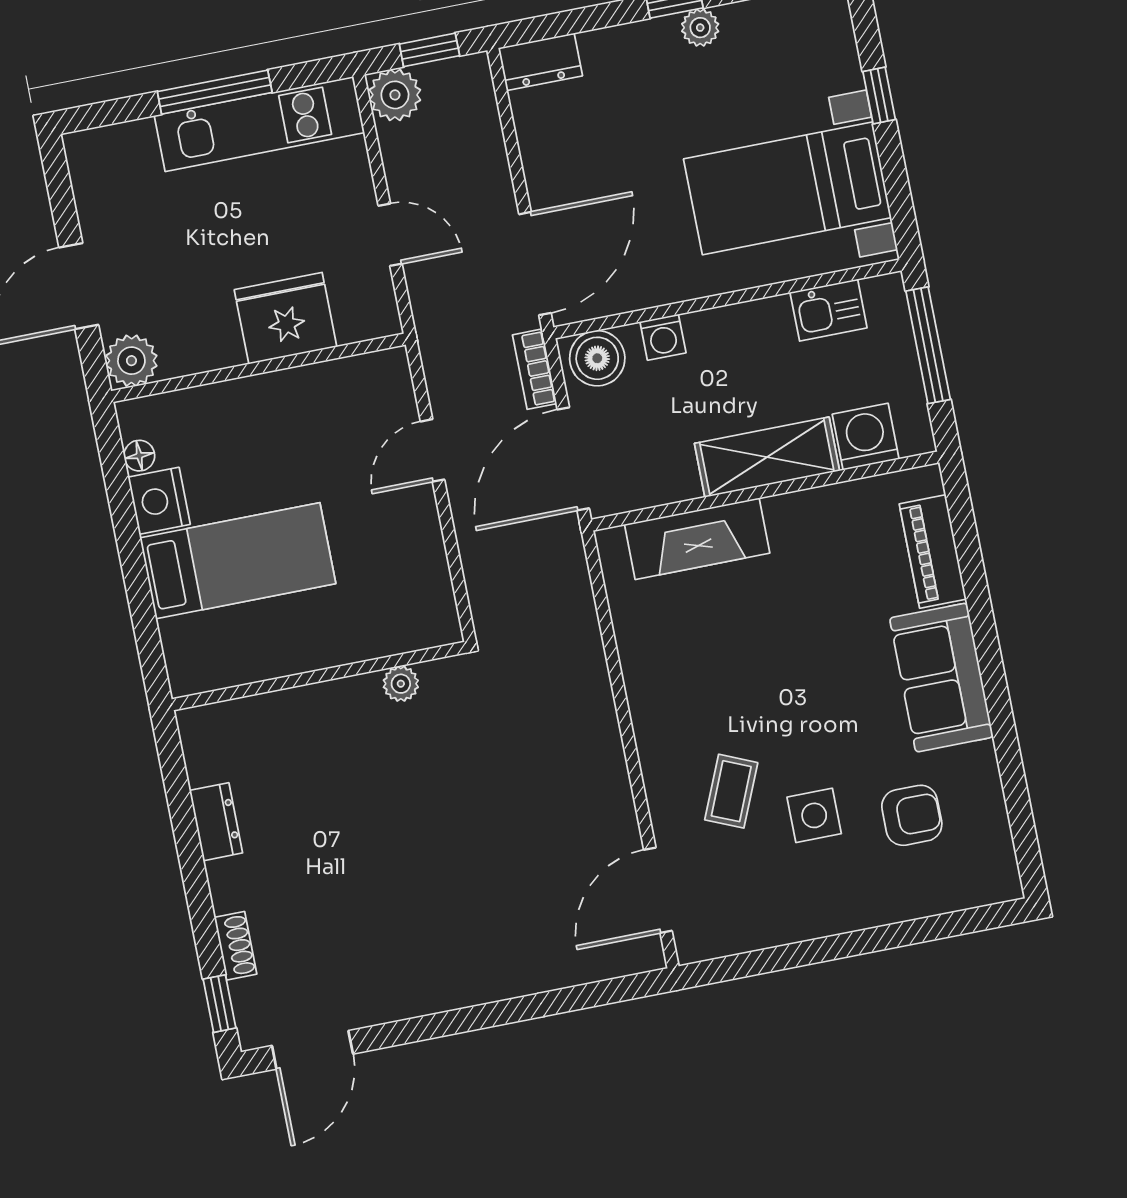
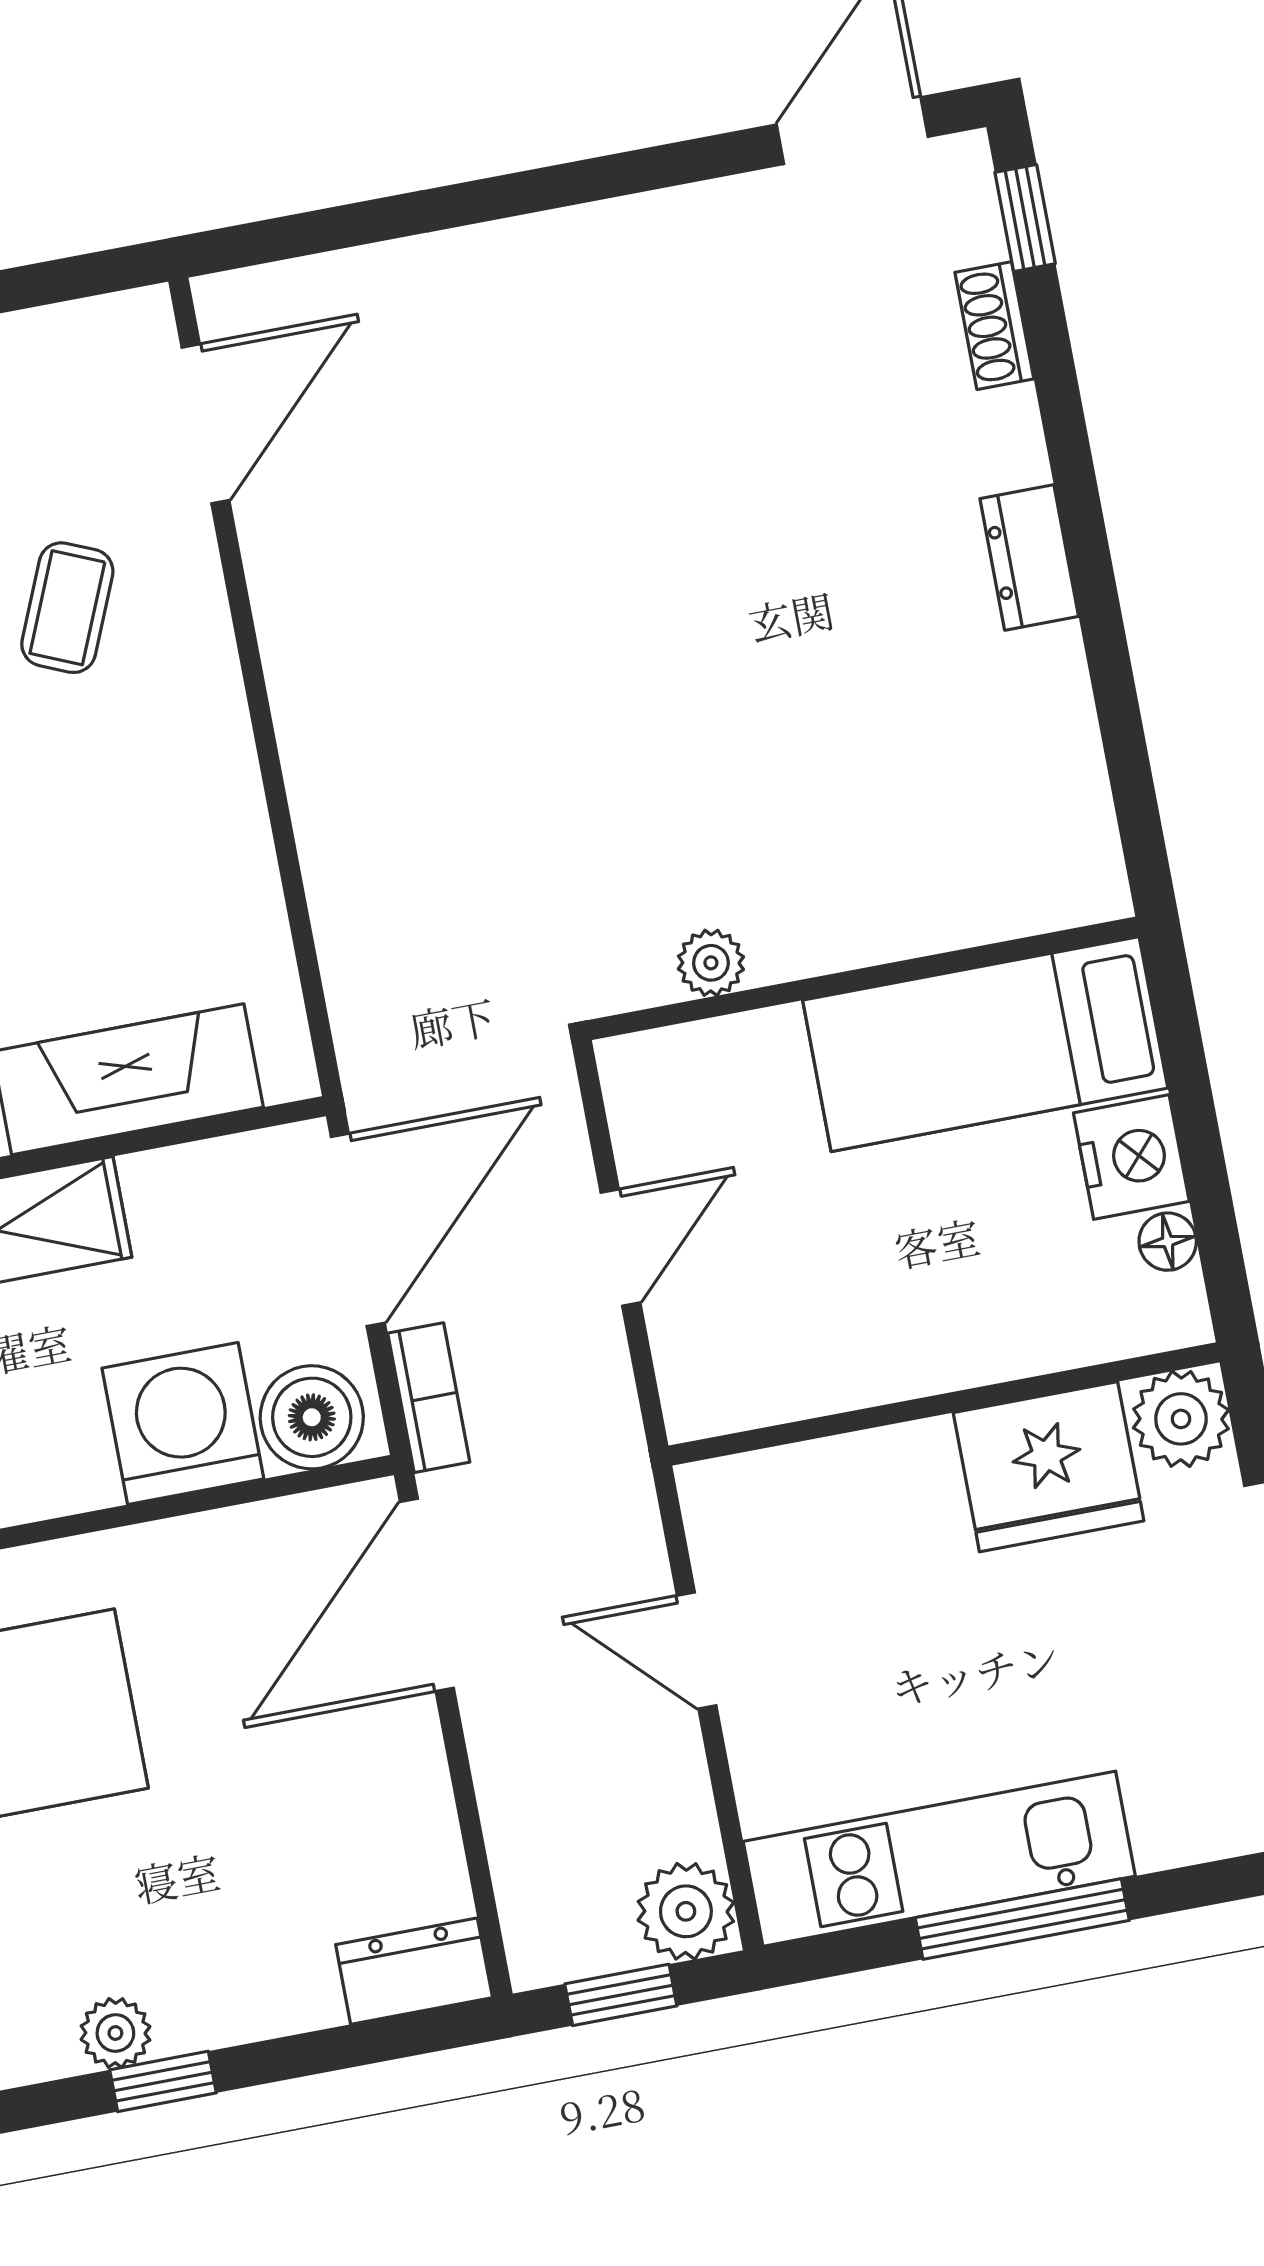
fridge: (285, 318) -> (1049, 1467), moved
washing machine: (663, 337) -> (183, 1424), width x1.89, depth x1.89
wall: (319, 676) -> (864, 978), moved
plant: (401, 684) -> (711, 963), moved

